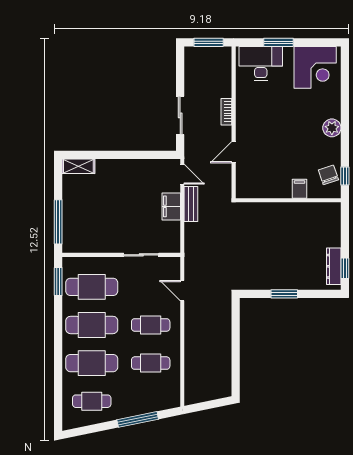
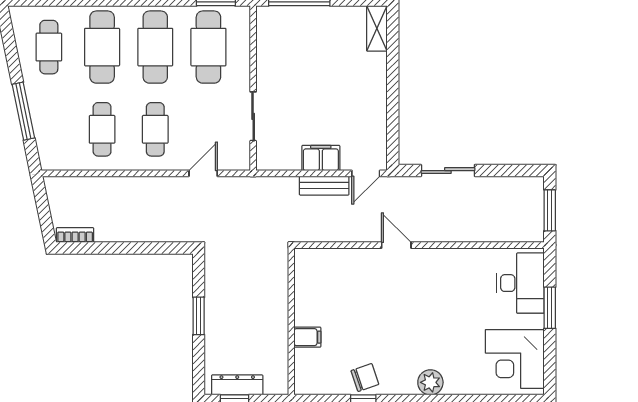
bookcase: (226, 112) -> (75, 235), moved
filing cabinet: (300, 189) -> (307, 337), moved
wall: (288, 200) -> (291, 321), moved

